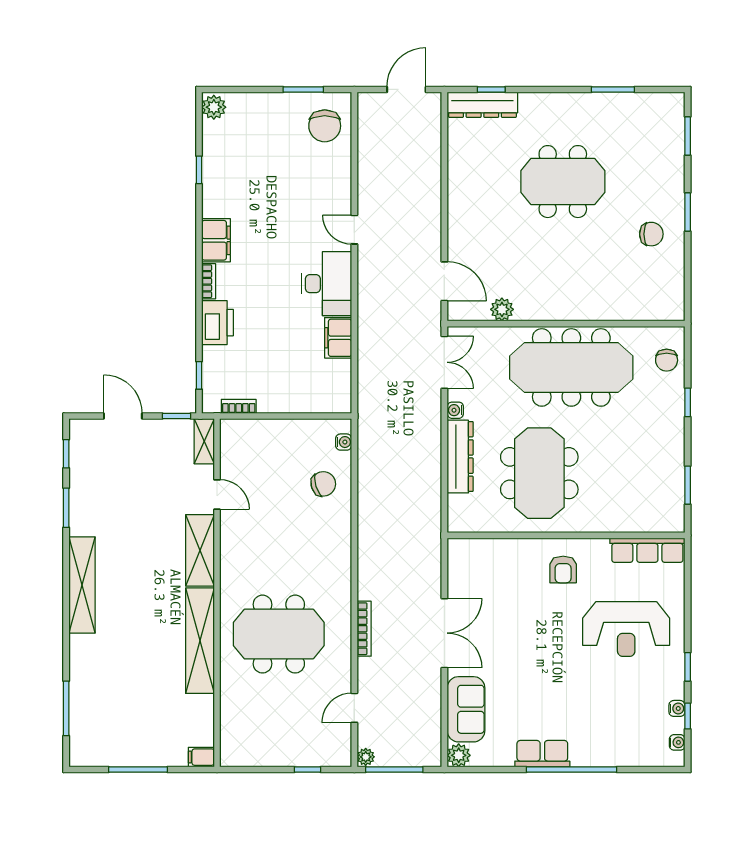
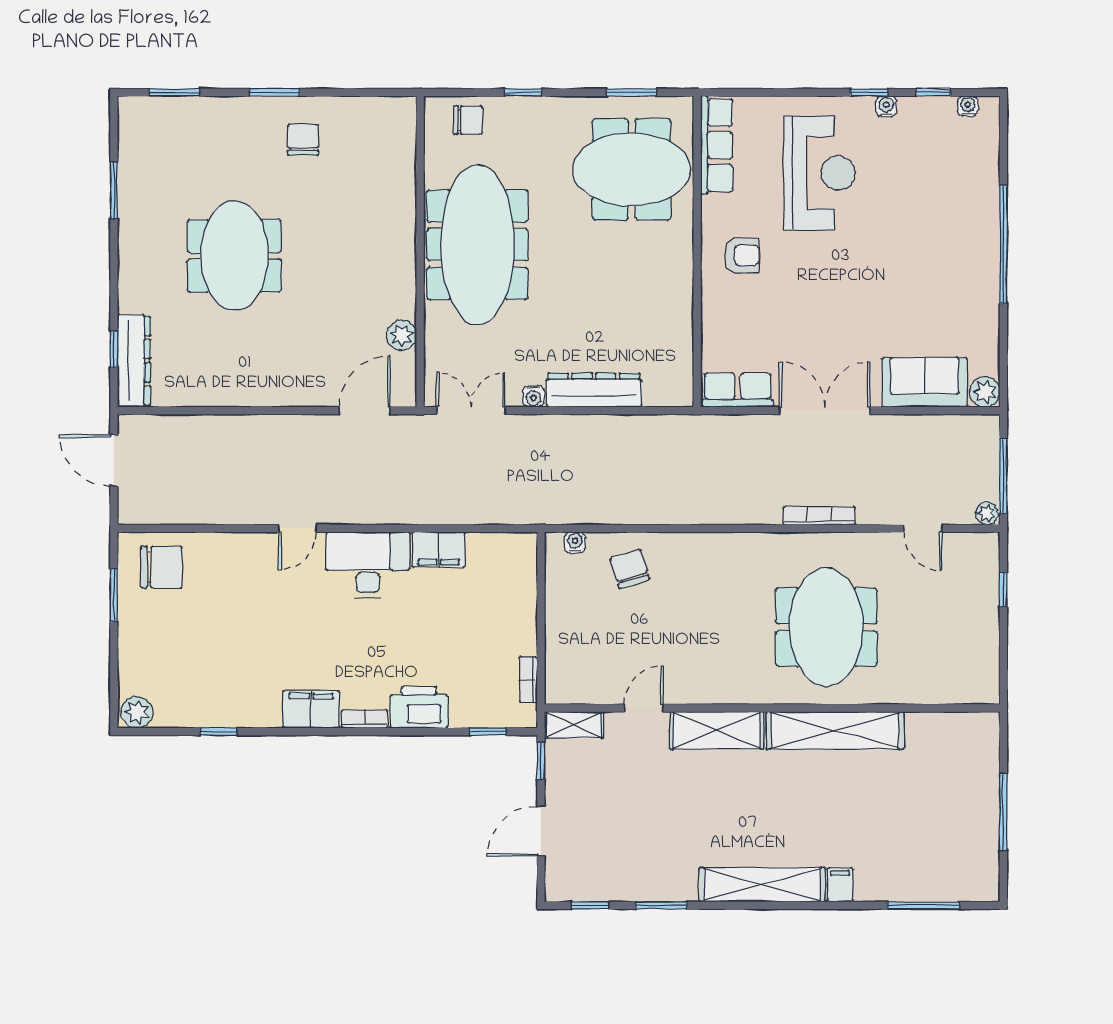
meeting table: (539, 473) -> (632, 169), moved
water cooler: (677, 708) -> (886, 106), moved
row of seats: (542, 754) -> (738, 390), moved, turned 90
filing cabinet: (201, 757) -> (840, 885), moved, turned 180

